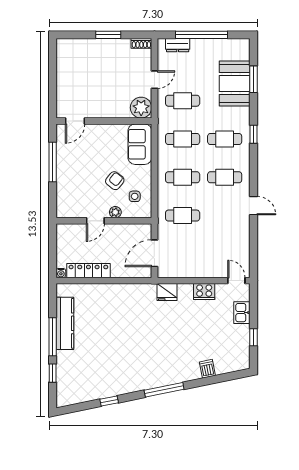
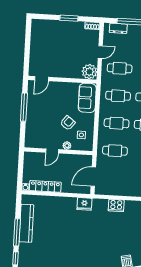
fridge: (167, 292) -> (84, 204), moved
cooker: (204, 292) -> (116, 205), moved

